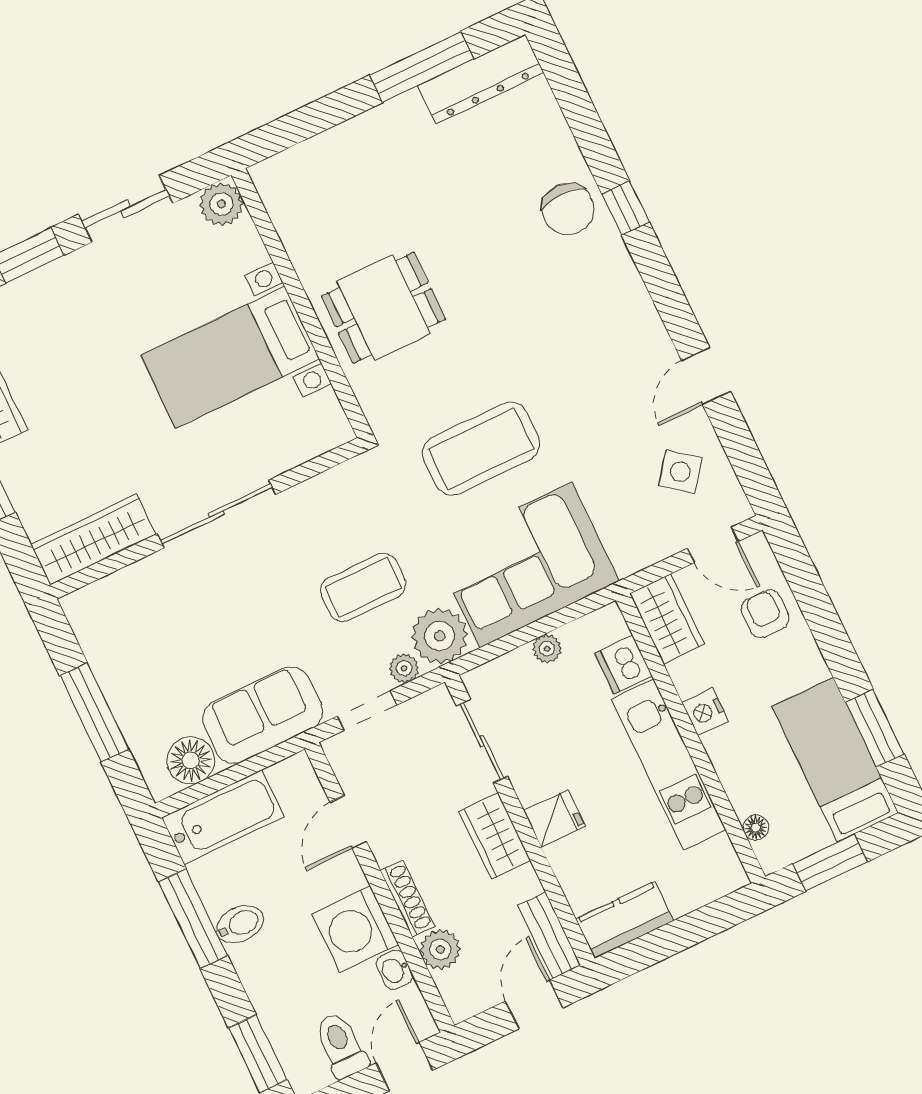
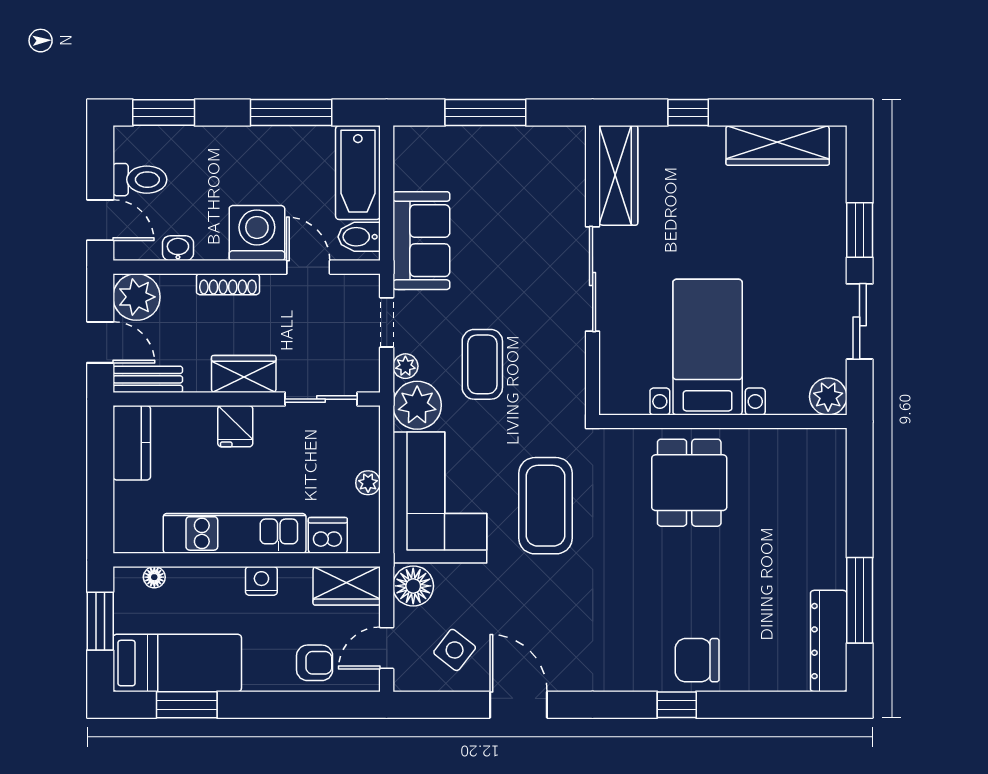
door: (706, 376) -> (519, 705), width x1.38
floor lamp: (191, 760) -> (413, 586), moved
bidet: (240, 924) -> (359, 237), moved, turned 90
washing machine: (355, 929) -> (257, 233), moved
plant: (440, 949) -> (137, 297), moved, width x1.36, depth x1.36

